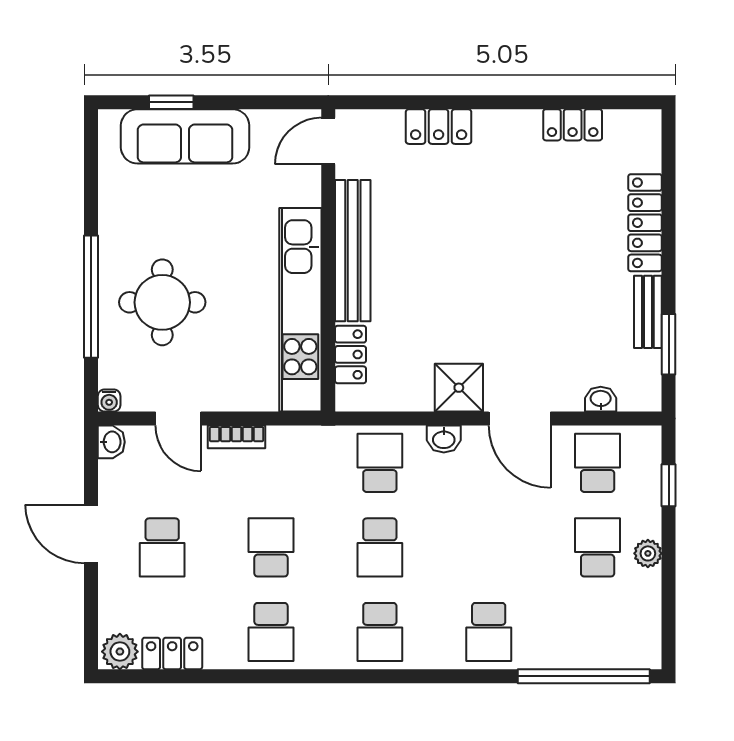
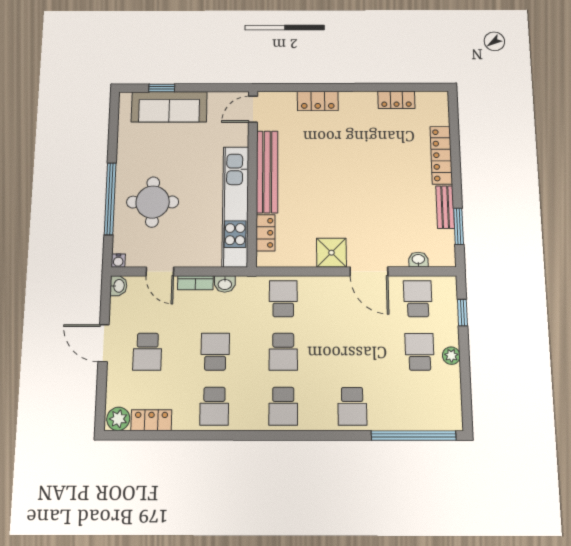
washbasin: (444, 439) -> (225, 284), moved

